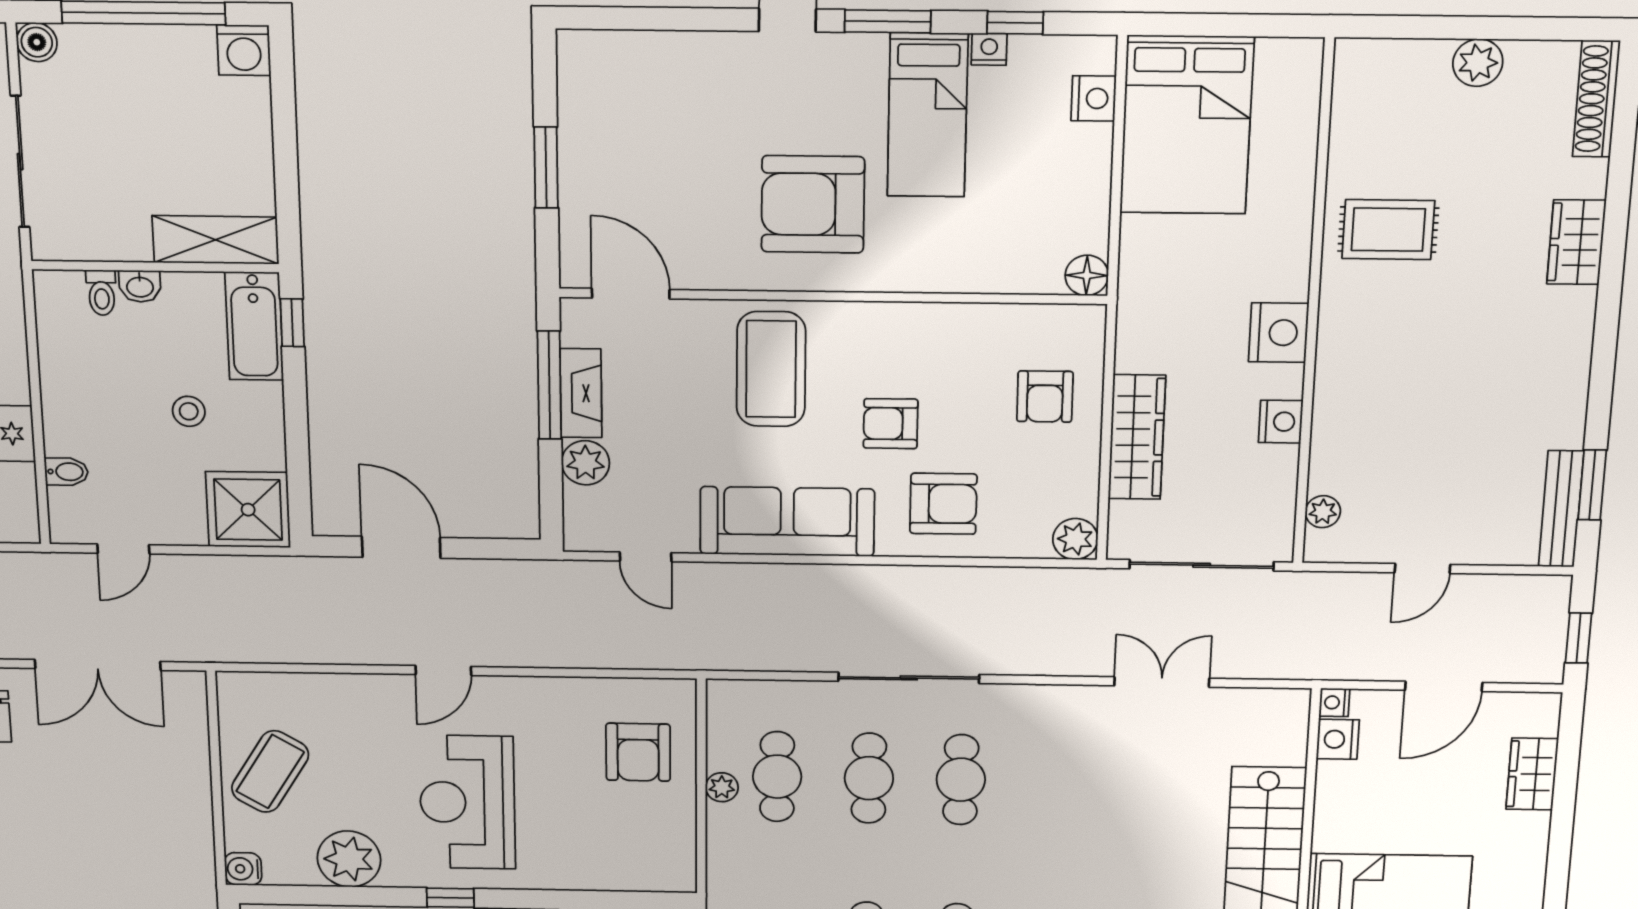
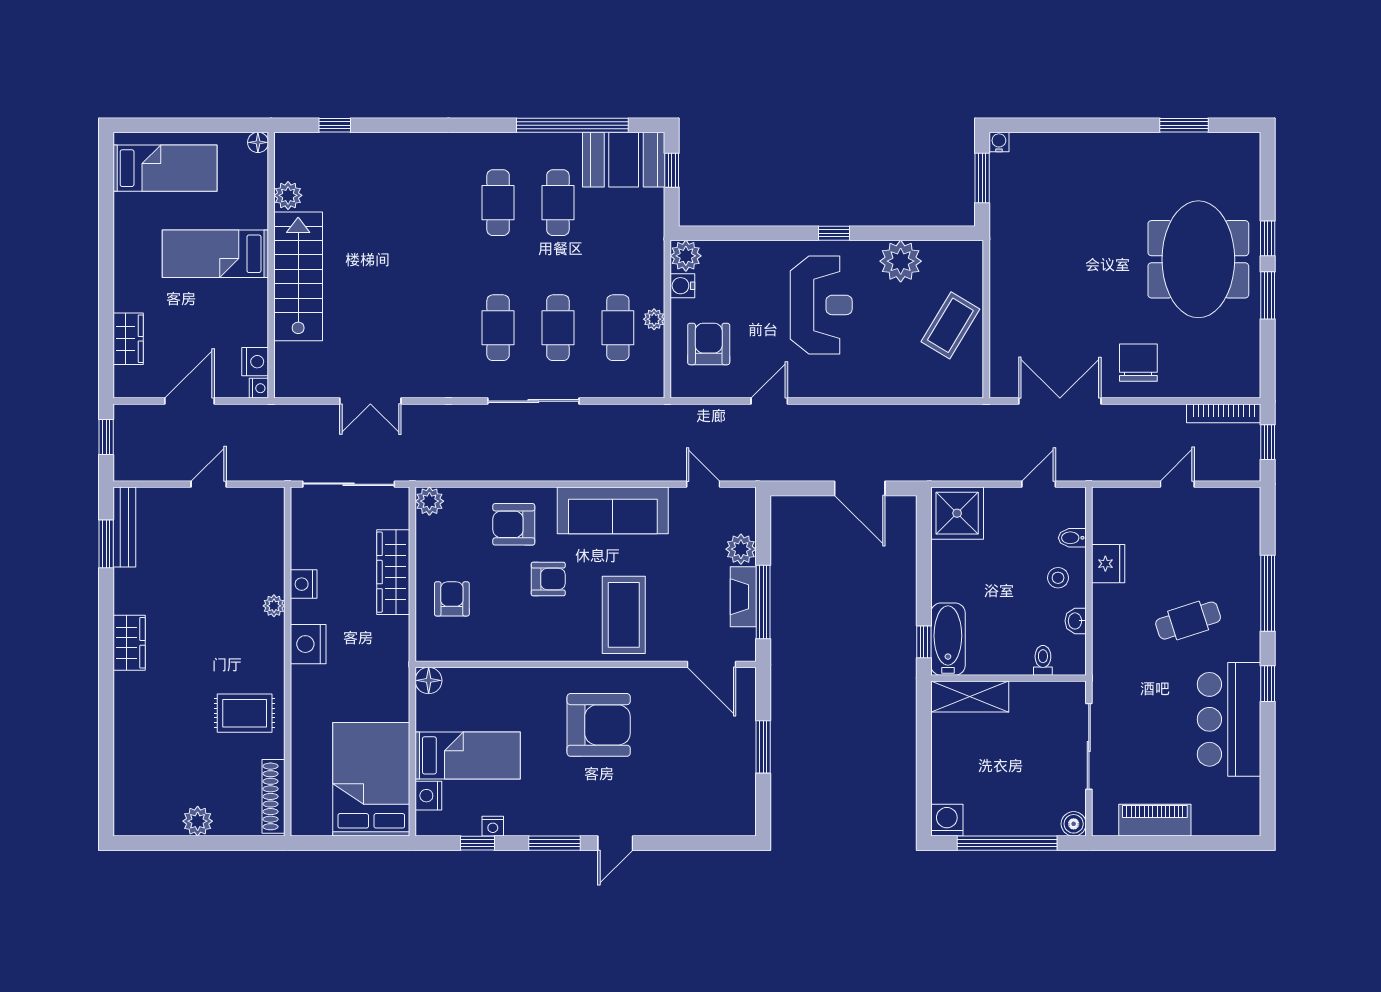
shoe rack: (1596, 99) -> (273, 796), moved, turned 180
bed: (928, 115) -> (468, 755), moved, turned 90
wardrobe: (1576, 242) -> (129, 643), moved
washbasin: (140, 286) -> (1076, 621), moved, turned -90
stool: (189, 411) -> (1058, 578), moved
plant: (1323, 512) -> (274, 606), moved
door: (443, 671) -> (769, 401), moved
water cooler: (243, 869) -> (682, 286), moved, turned 180
plant: (674, 872) -> (686, 256), added

